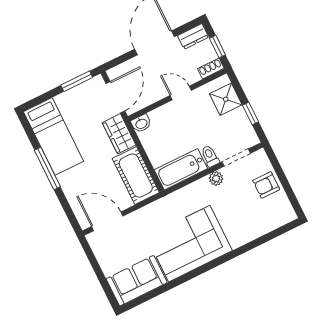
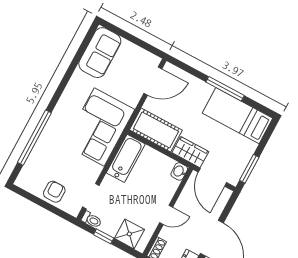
toilet: (210, 156) -> (92, 220), moved
plant: (216, 178) -> (95, 170), removed
corner sofa: (189, 244) -> (99, 127), moved, turned 180
window: (250, 246) -> (34, 138), added

